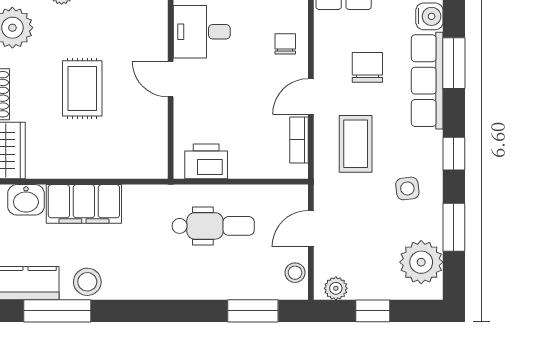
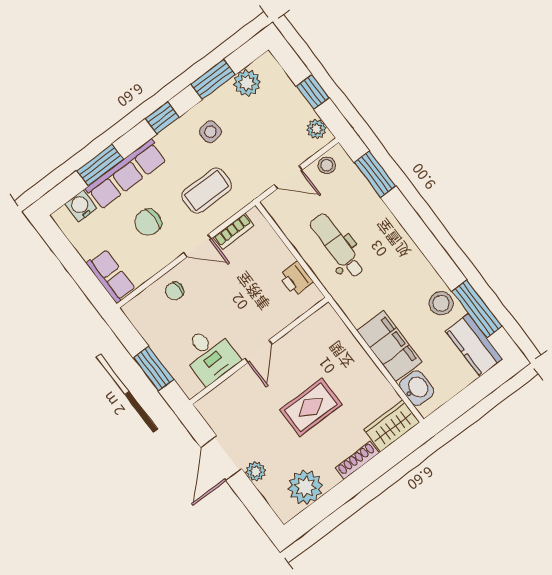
printer: (206, 161) -> (296, 279), width x0.73, depth x0.81
plant: (421, 262) -> (247, 83), width x0.73, depth x0.73

